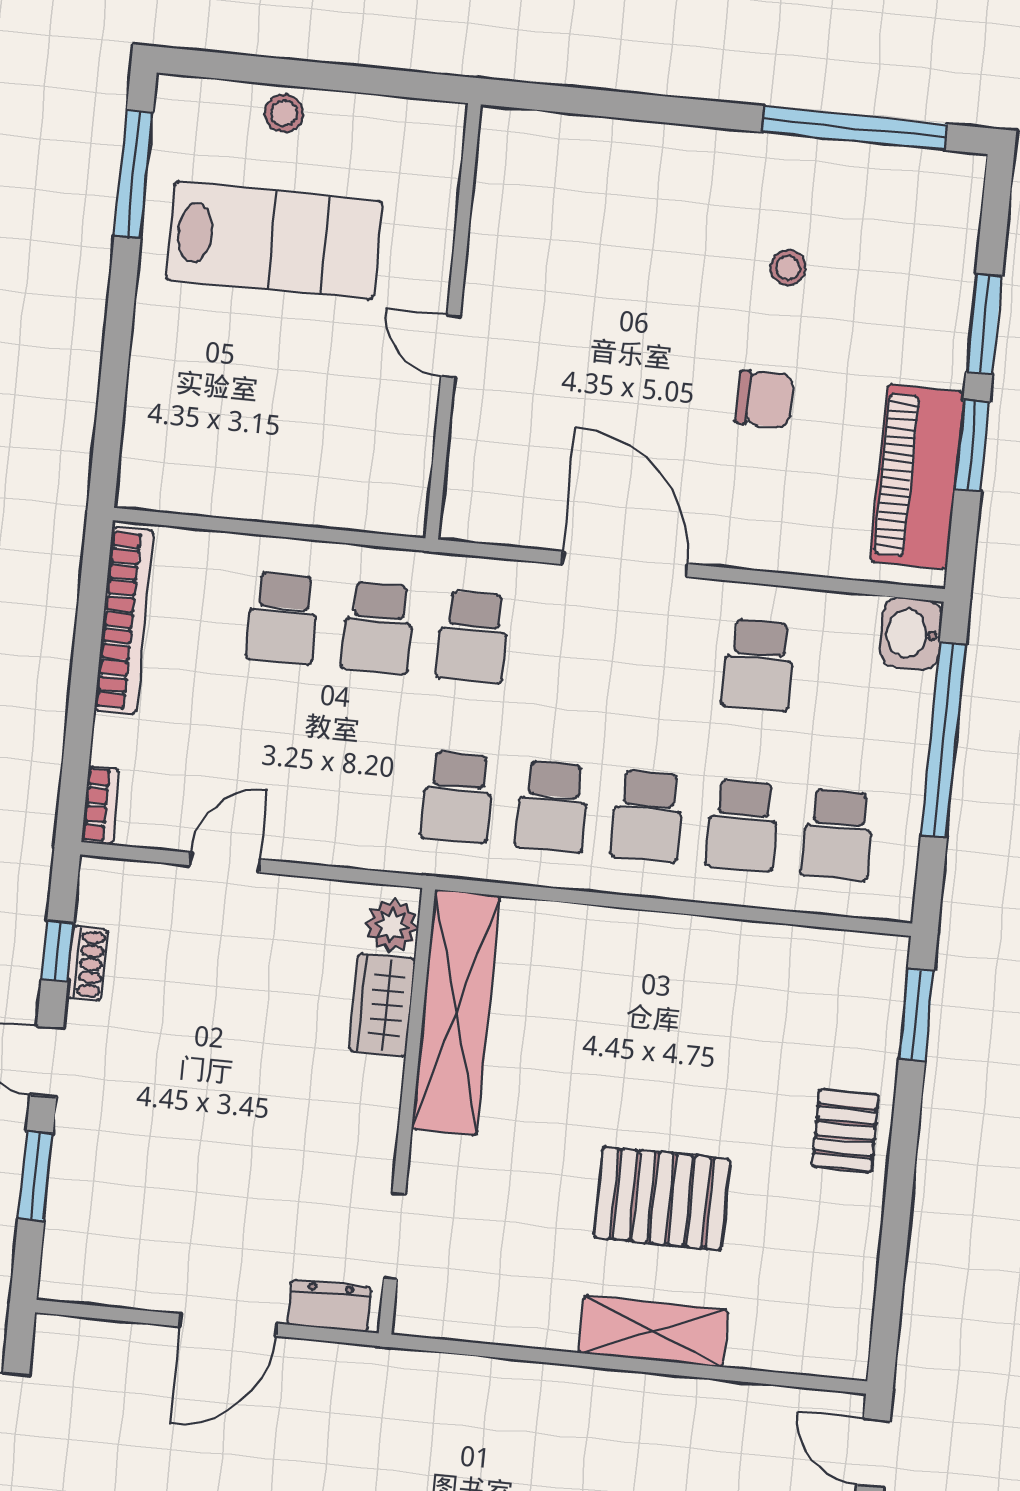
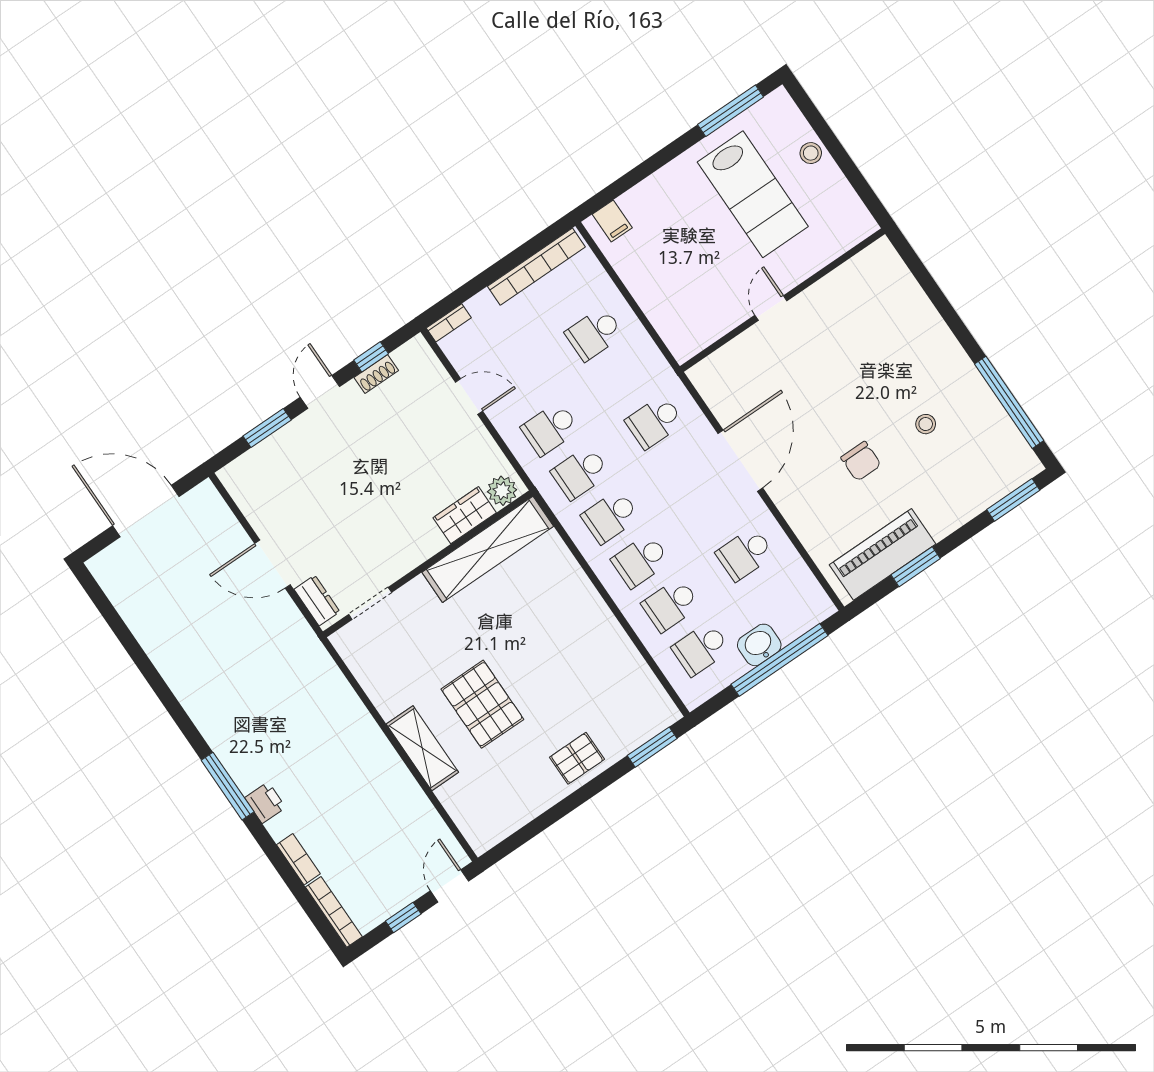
window: (984, 324) -> (1013, 500), moved
filing cabinet: (149, 464) -> (612, 221), added
school desk: (378, 628) -> (550, 429), moved
washbasin: (911, 634) -> (759, 645), moved

